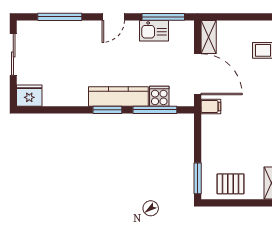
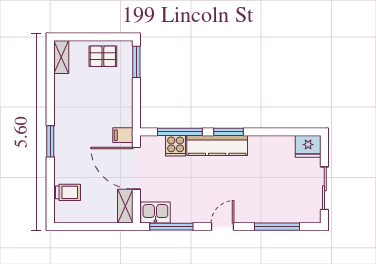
kitchen sink: (154, 31) -> (155, 213), moved

